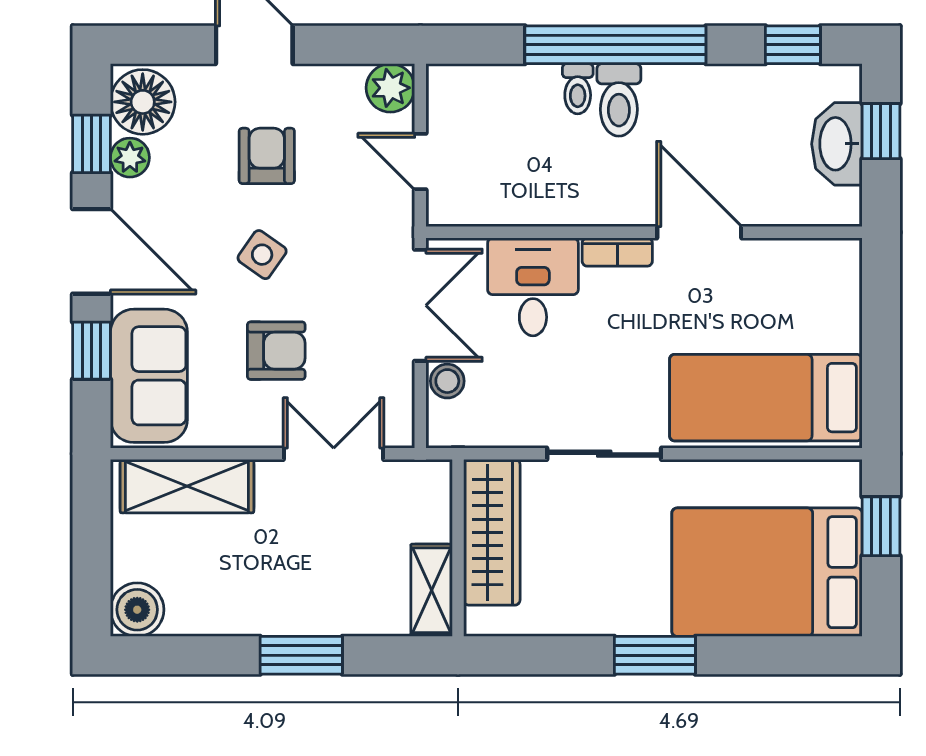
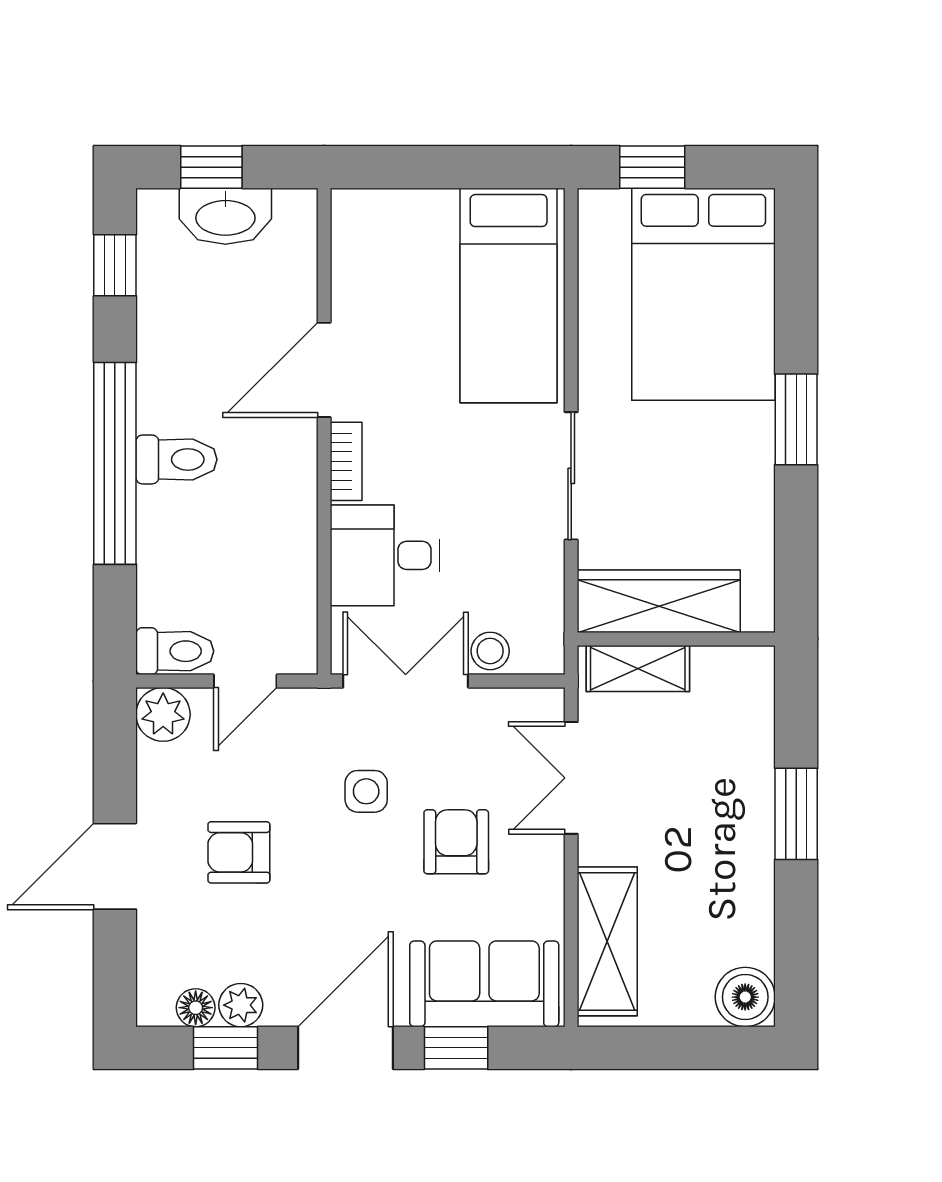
toilet: (578, 89) -> (175, 651), moved, width x1.37, depth x1.39
floor lamp: (143, 102) -> (196, 1008), width x0.53, depth x0.53
side table: (262, 255) -> (366, 791), moved, turned -35
shelving: (432, 590) -> (638, 668), moved

